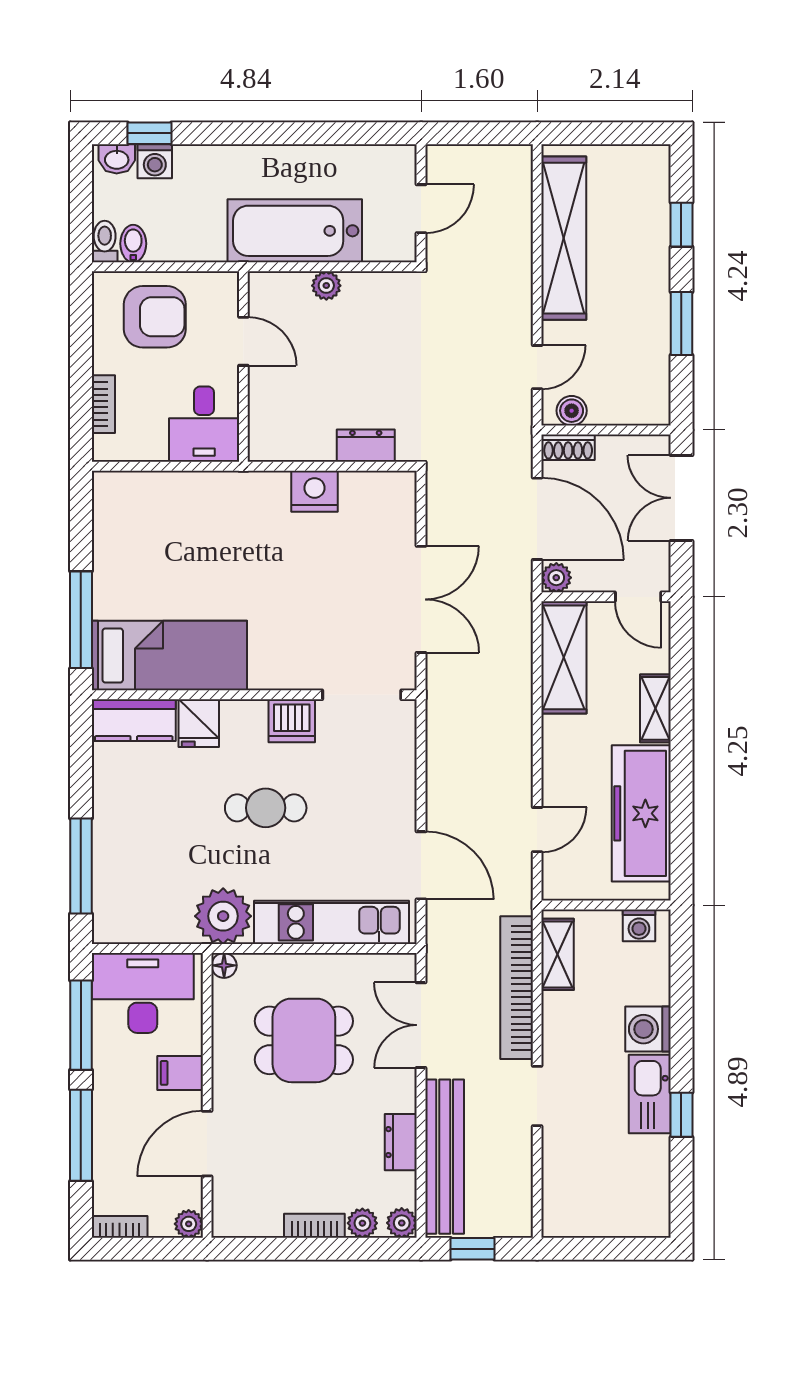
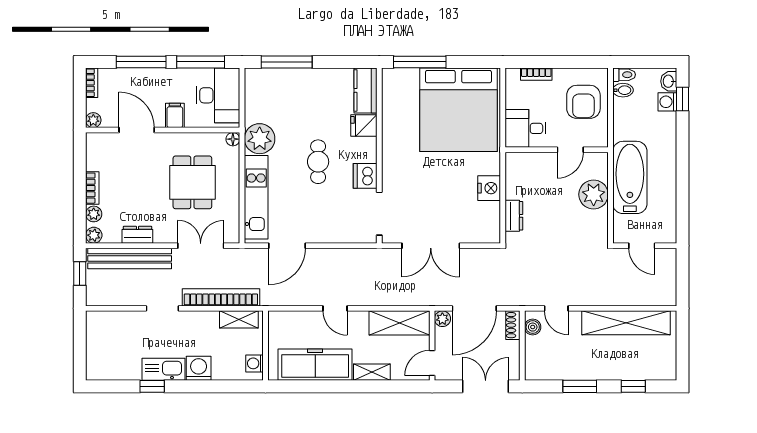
plant: (326, 286) -> (594, 194), width x1.88, depth x1.88
bed: (169, 655) -> (458, 110), moved, width x2.04
door: (537, 830) -> (335, 308), moved

